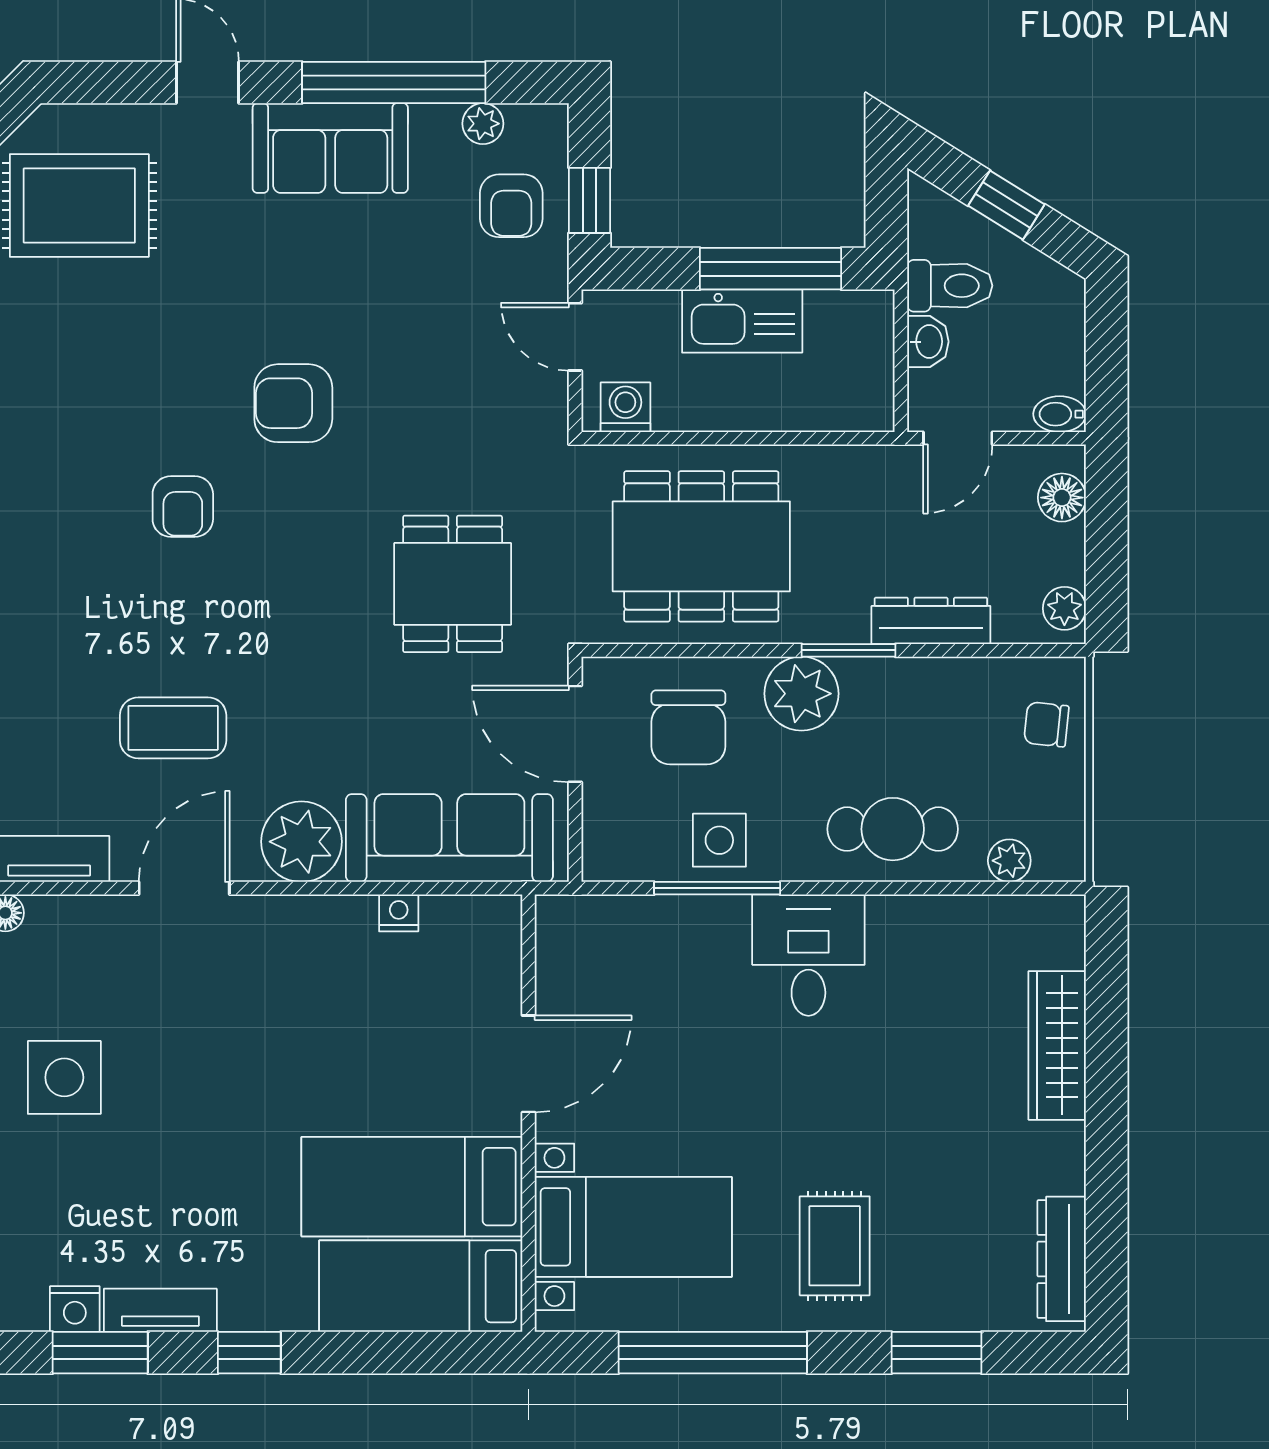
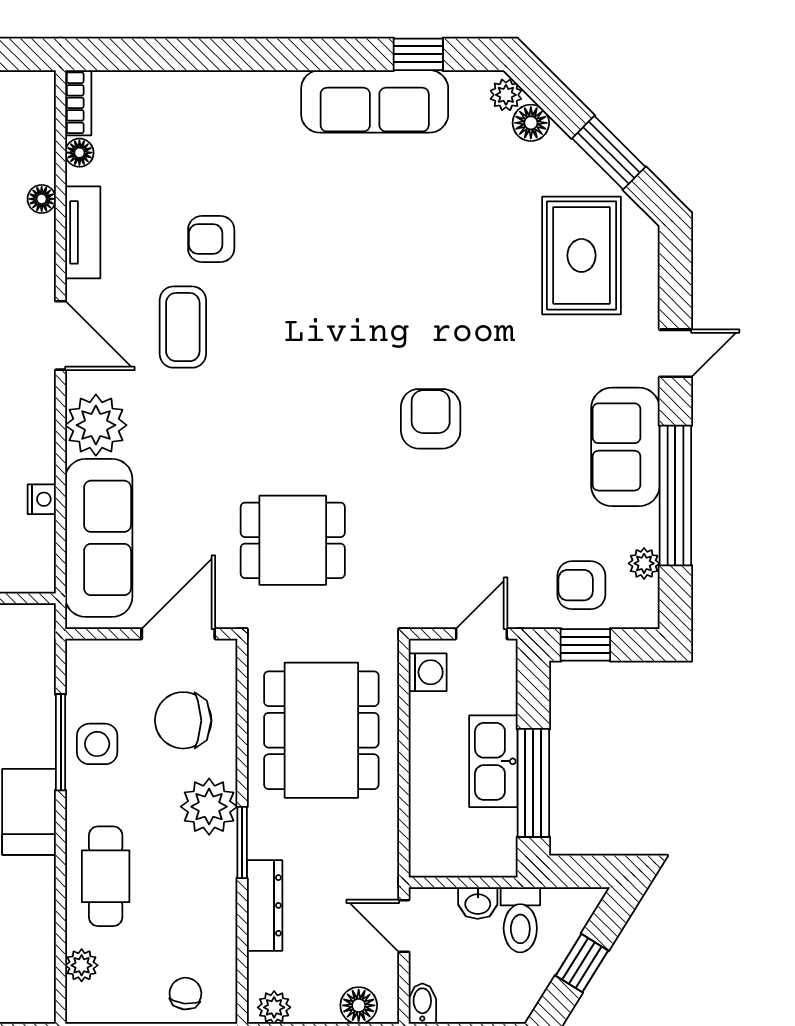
armchair: (183, 507) -> (211, 239), moved

